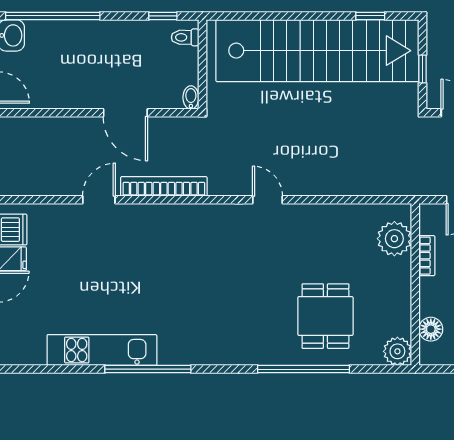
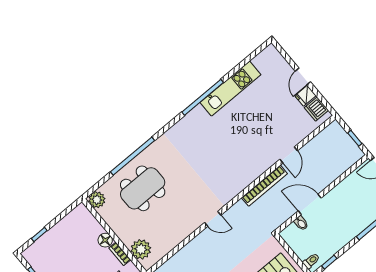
bidet: (191, 97) -> (301, 223), moved
dining table: (325, 316) -> (143, 188), width x1.38
floor lamp: (431, 329) -> (105, 240), moved

